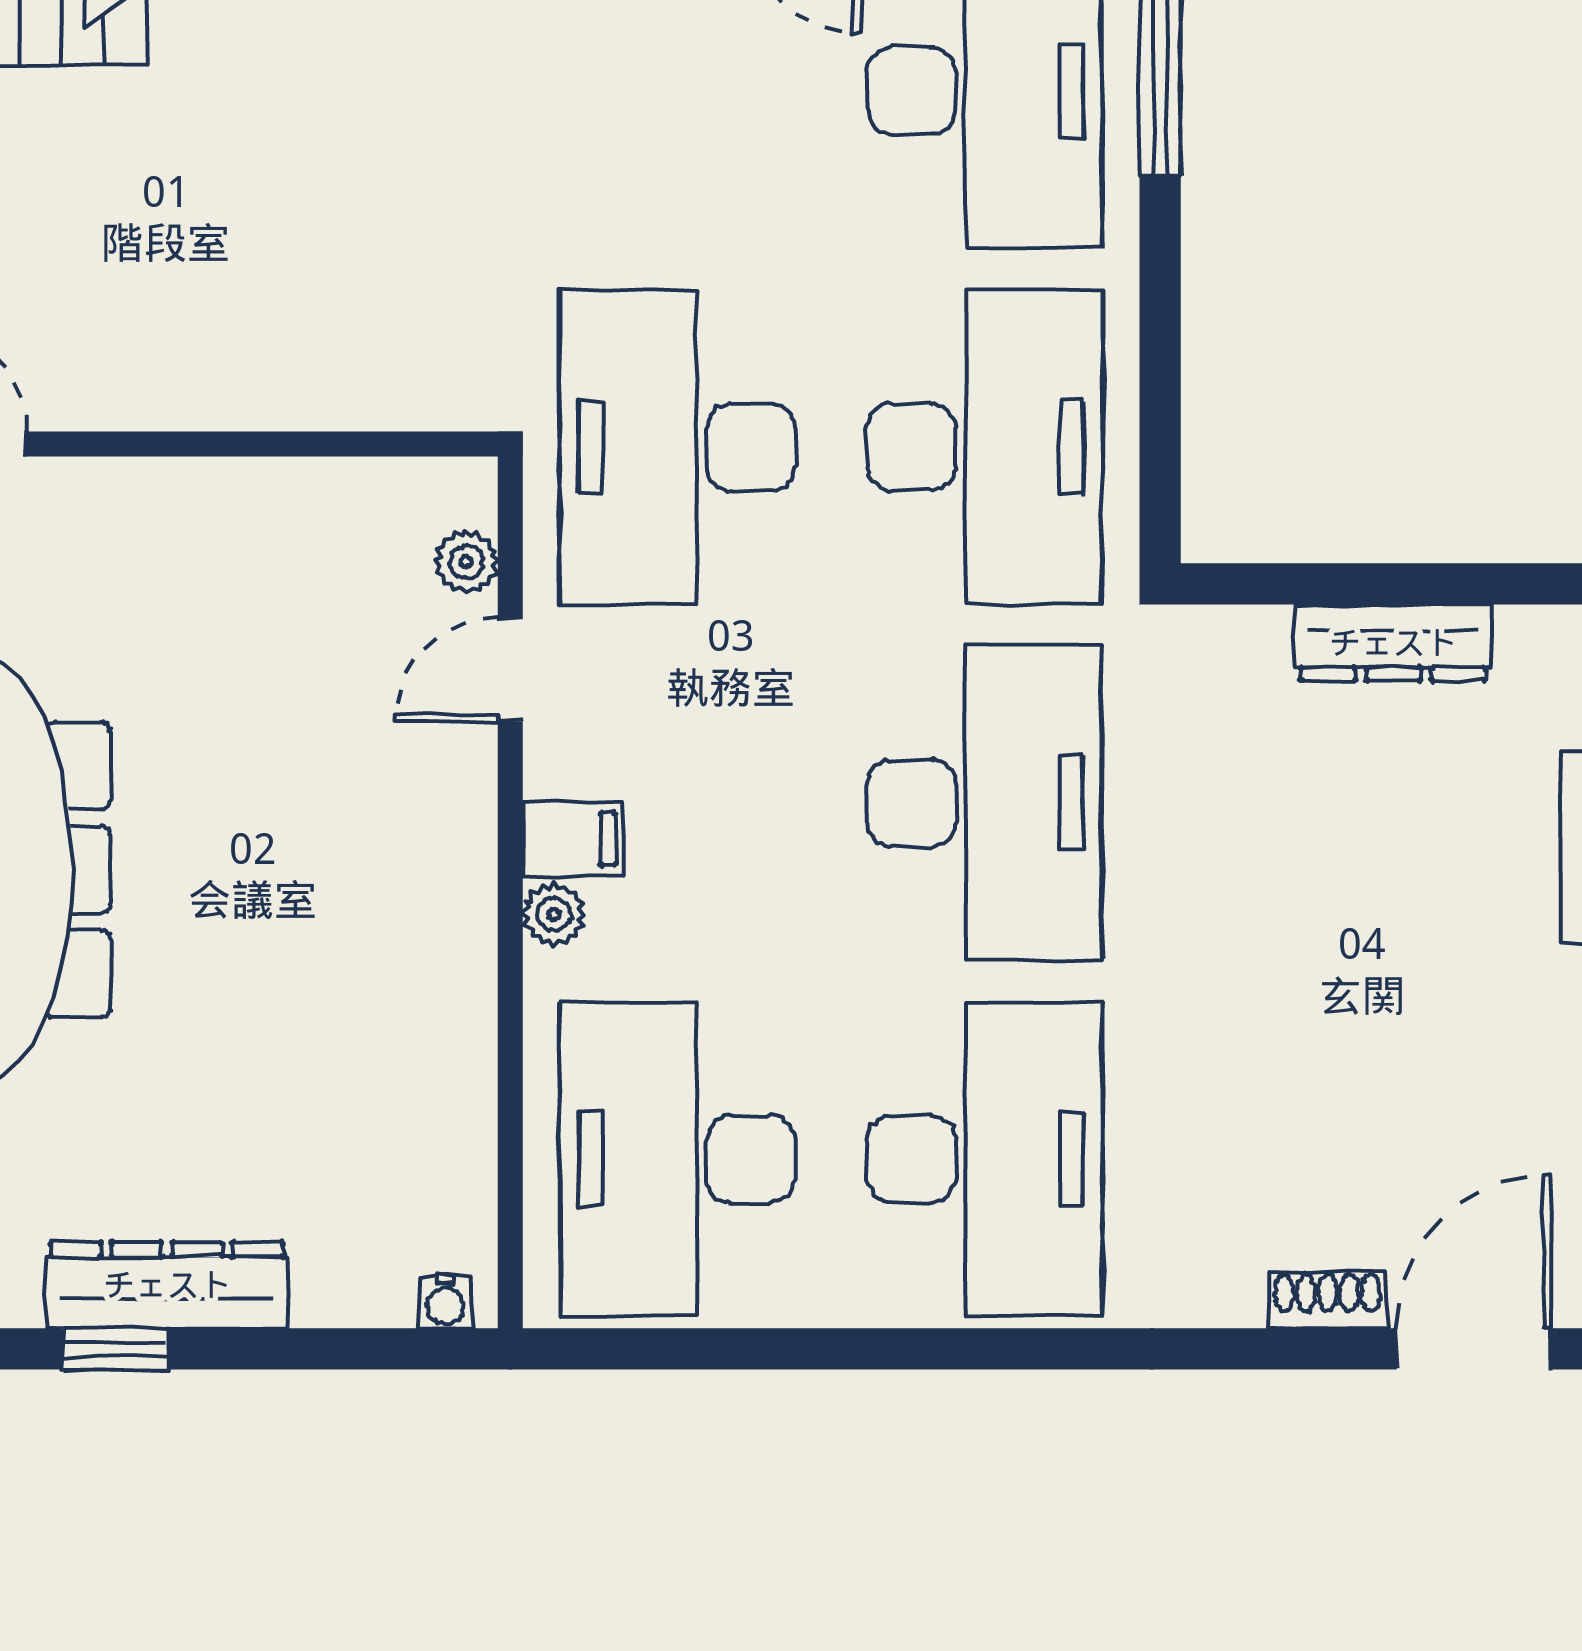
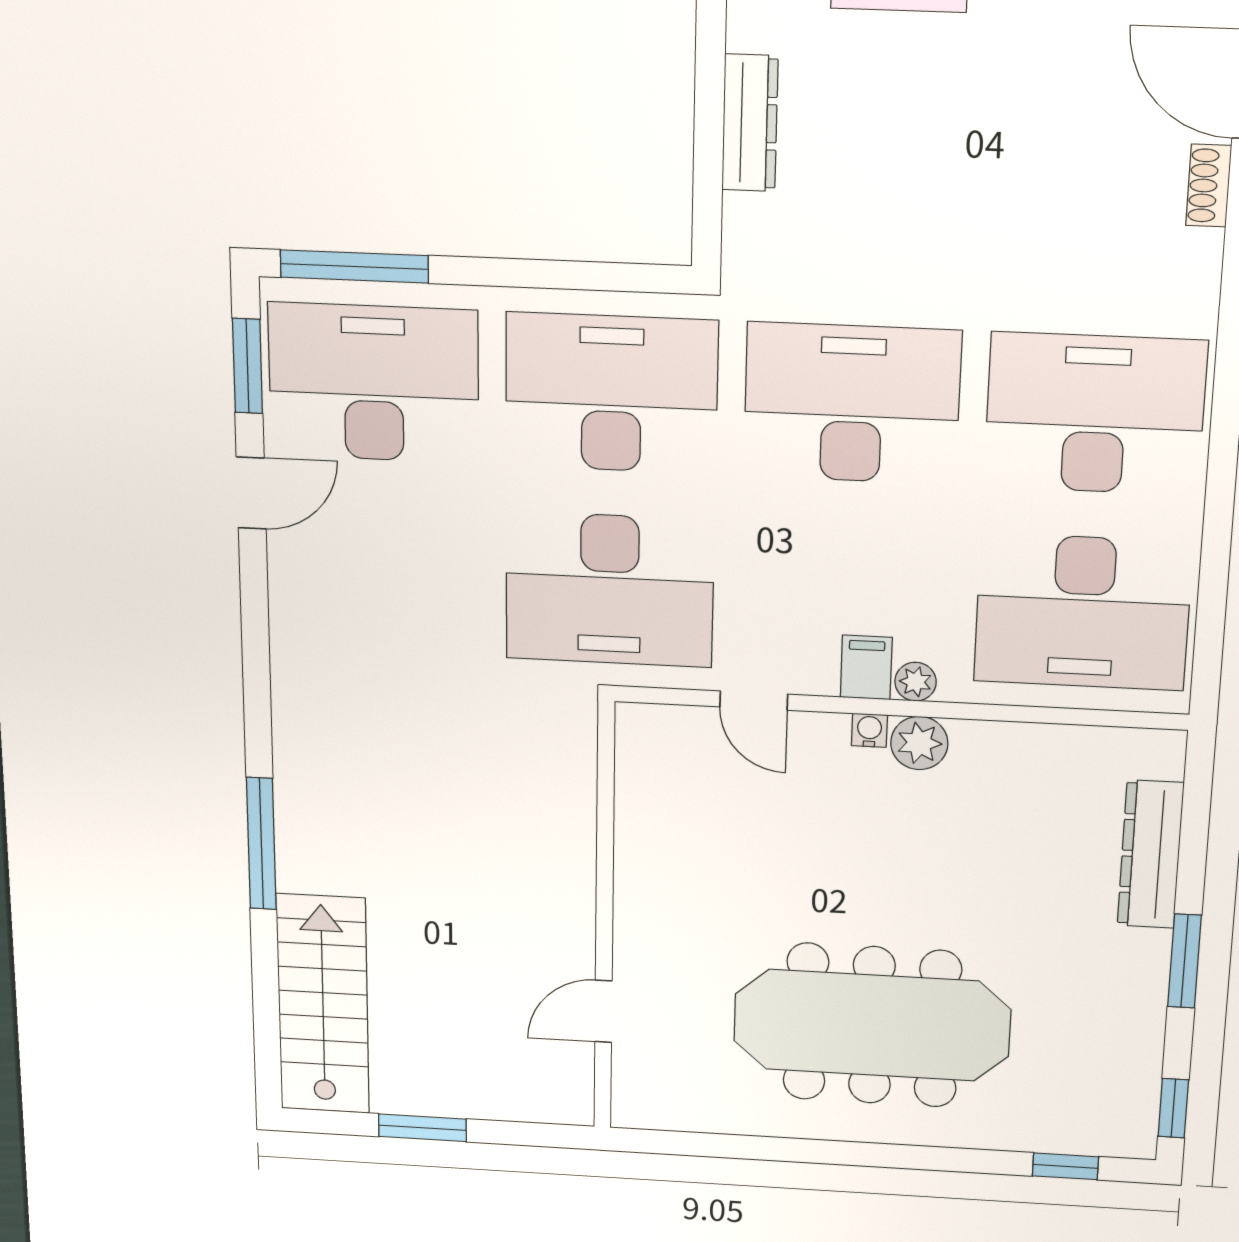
plant: (466, 562) -> (919, 743), moved, width x1.38, depth x1.38
dresser: (167, 1285) -> (1151, 854), moved
water cooler: (445, 1302) -> (869, 730), moved, turned -90
window: (115, 1349) -> (1185, 961), width x1.50

